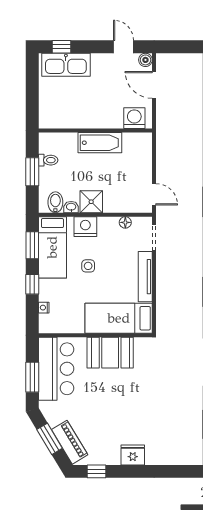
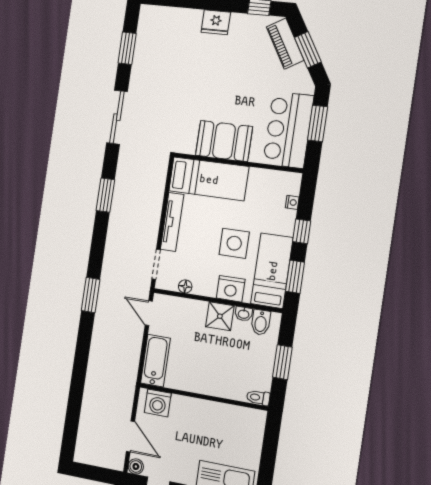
bathtub: (100, 143) -> (155, 361), moved, turned 90
toilet: (48, 160) -> (258, 398), moved
side table: (88, 266) -> (234, 243), width x1.87, depth x1.87

